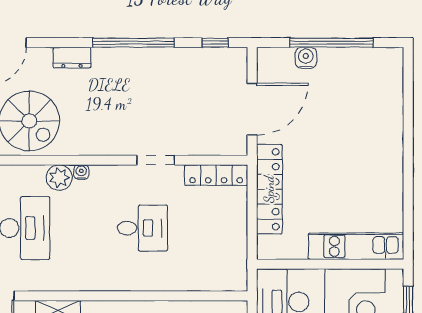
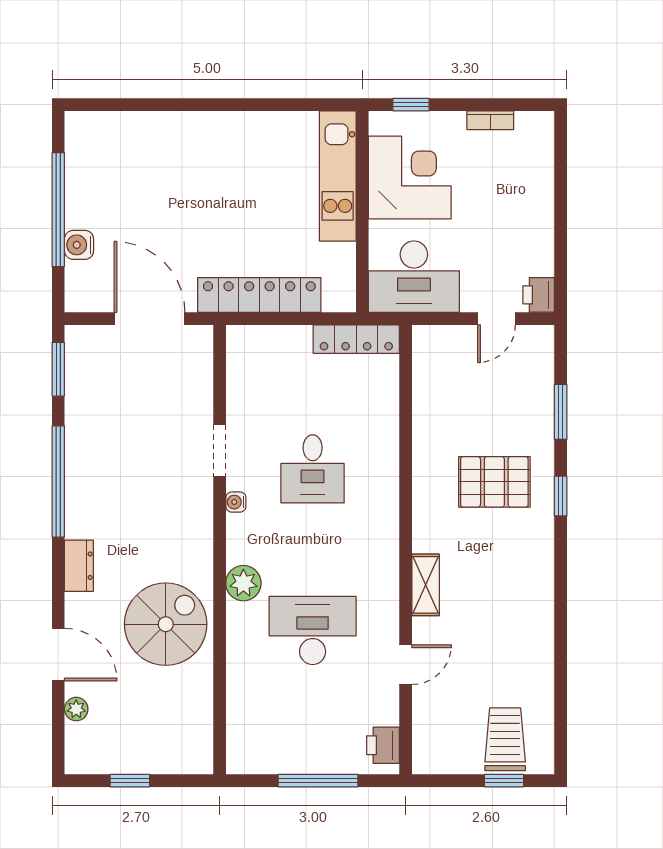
window: (215, 43) -> (58, 369), width x1.50
water cooler: (81, 172) -> (236, 502), moved
locker: (216, 175) -> (356, 339), moved, turned 90
desk: (143, 228) -> (313, 469), turned 180

